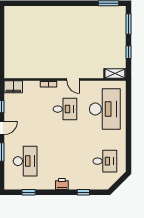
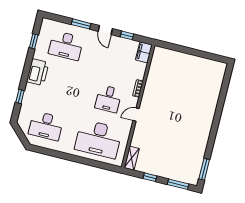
desk: (105, 161) -> (46, 126), width x1.37
printer: (62, 184) -> (38, 72), width x1.87, depth x1.48

